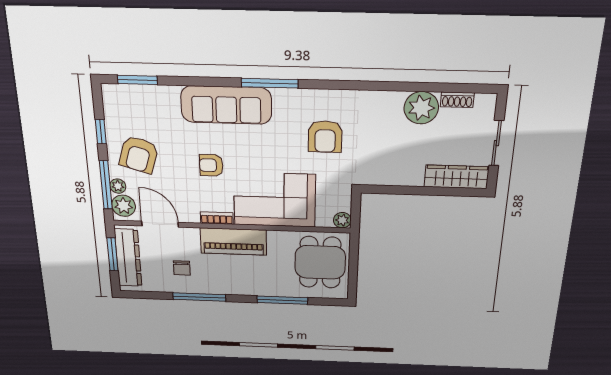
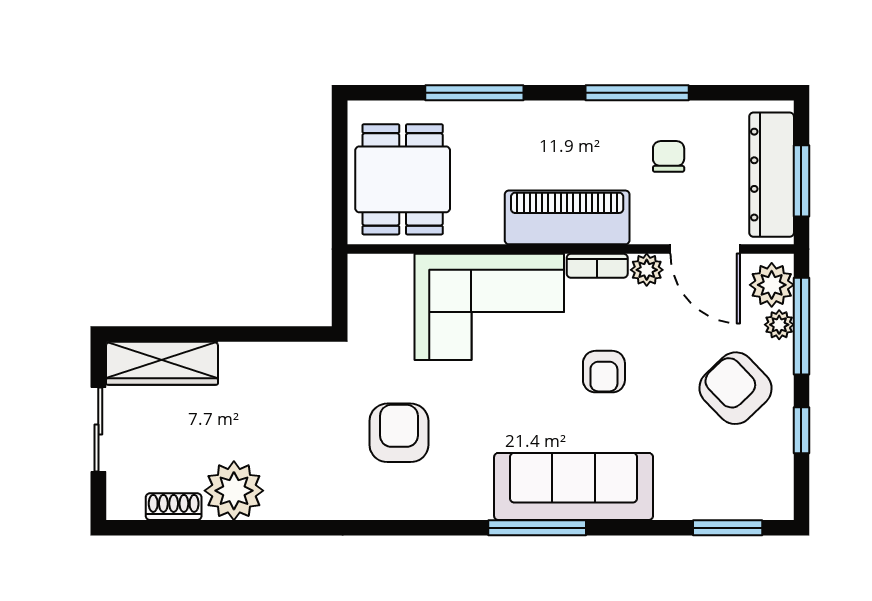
window: (270, 83) -> (537, 528), moved
armchair: (139, 155) -> (735, 388), turned -61
armchair: (211, 165) -> (604, 372), turned 90
plant: (342, 220) -> (647, 270), moved

